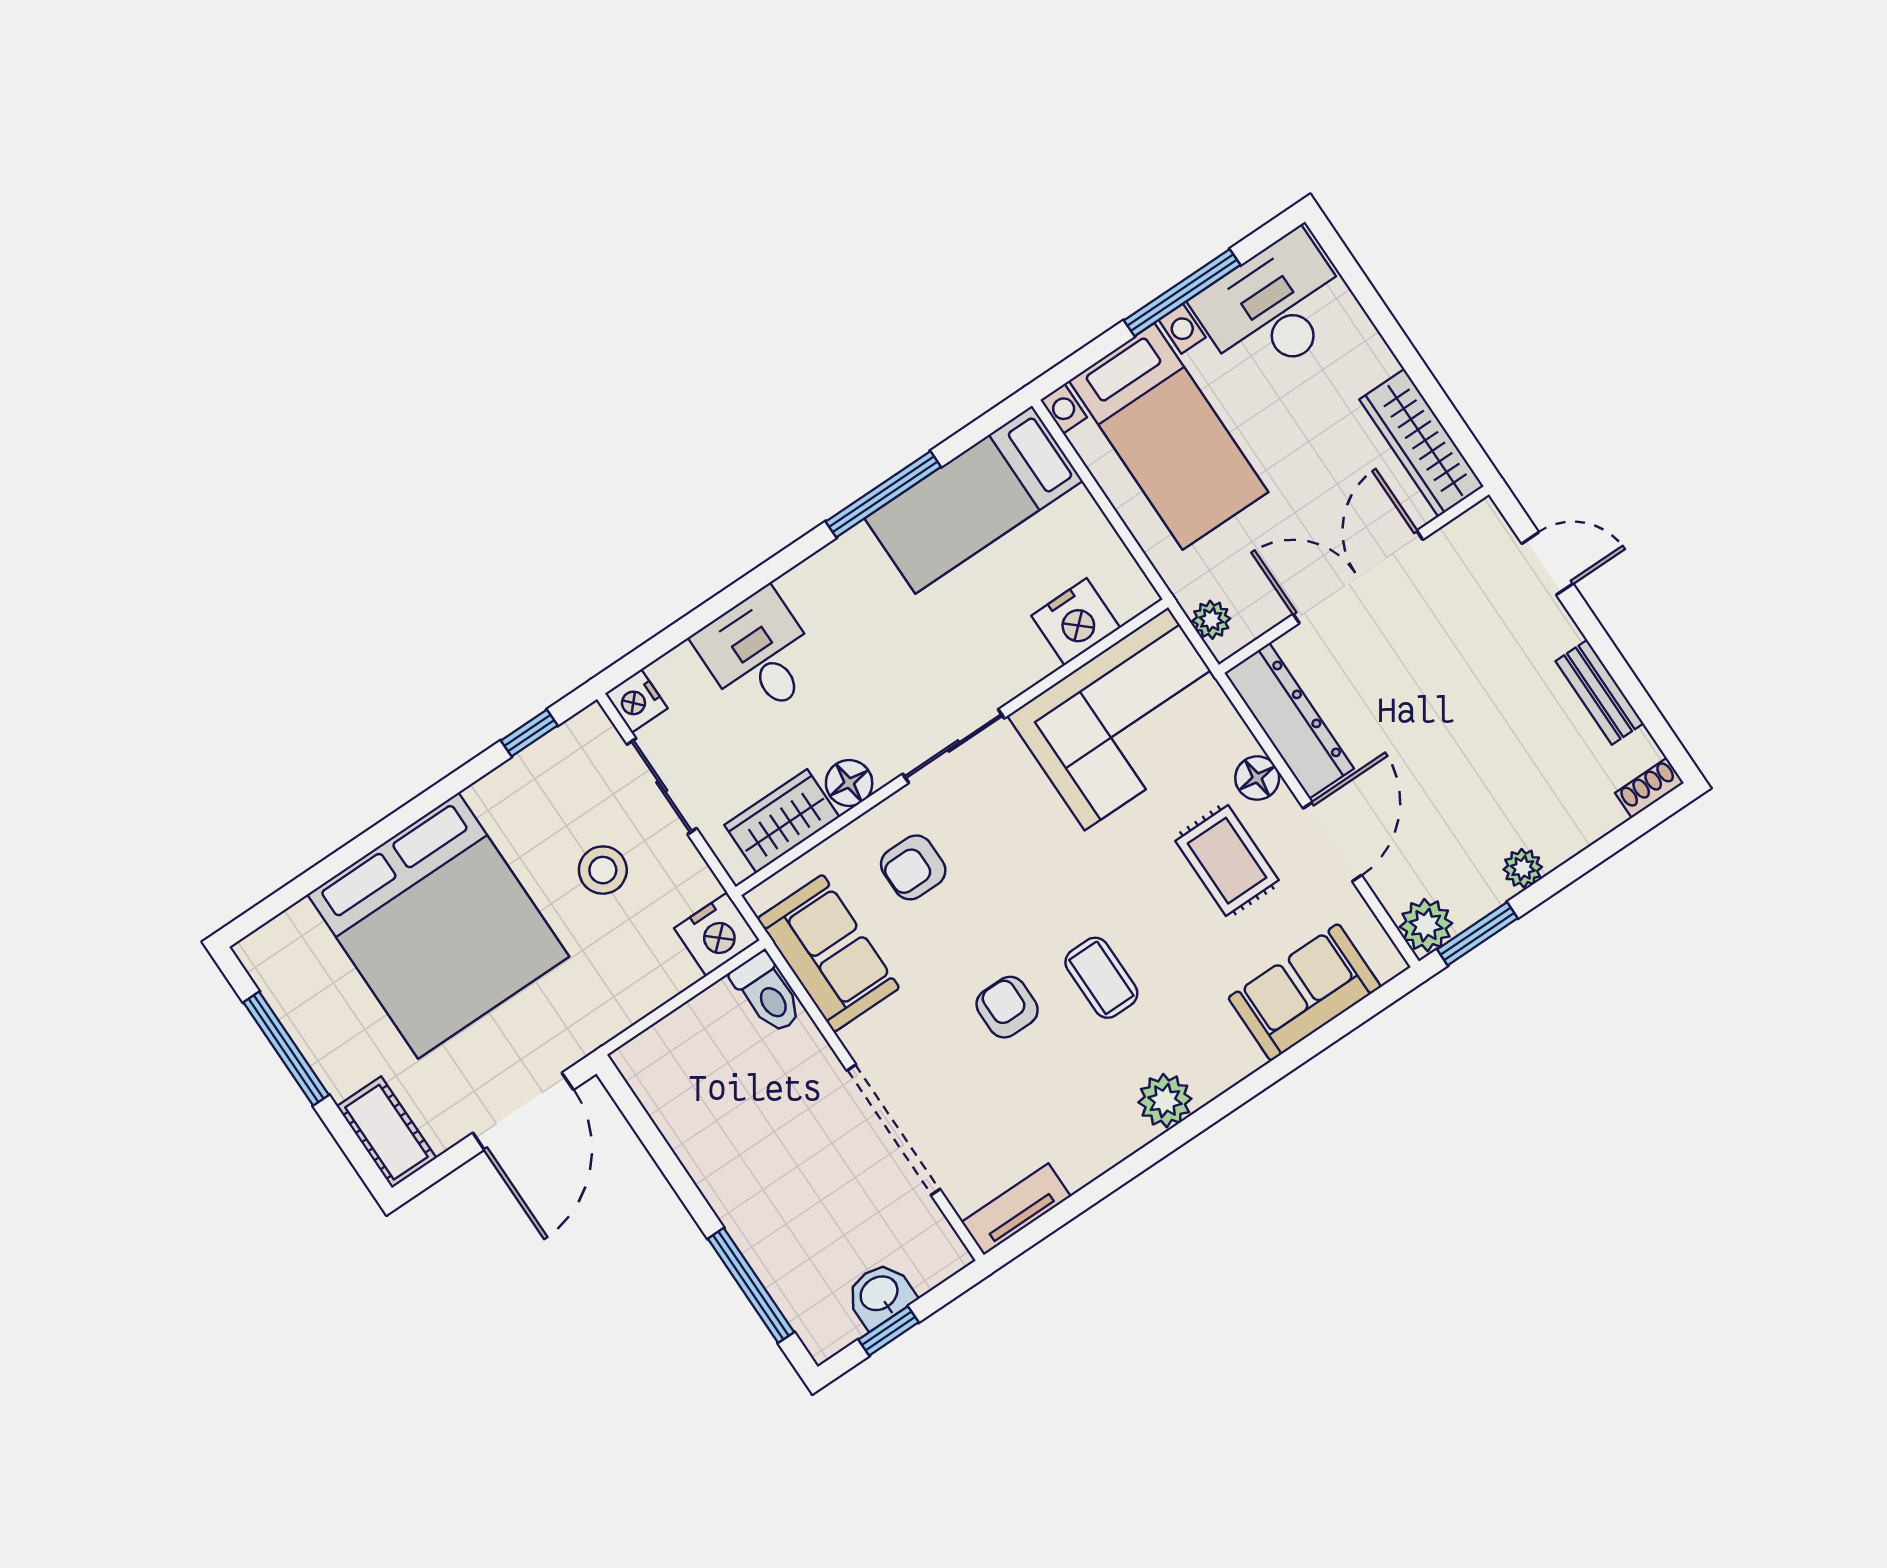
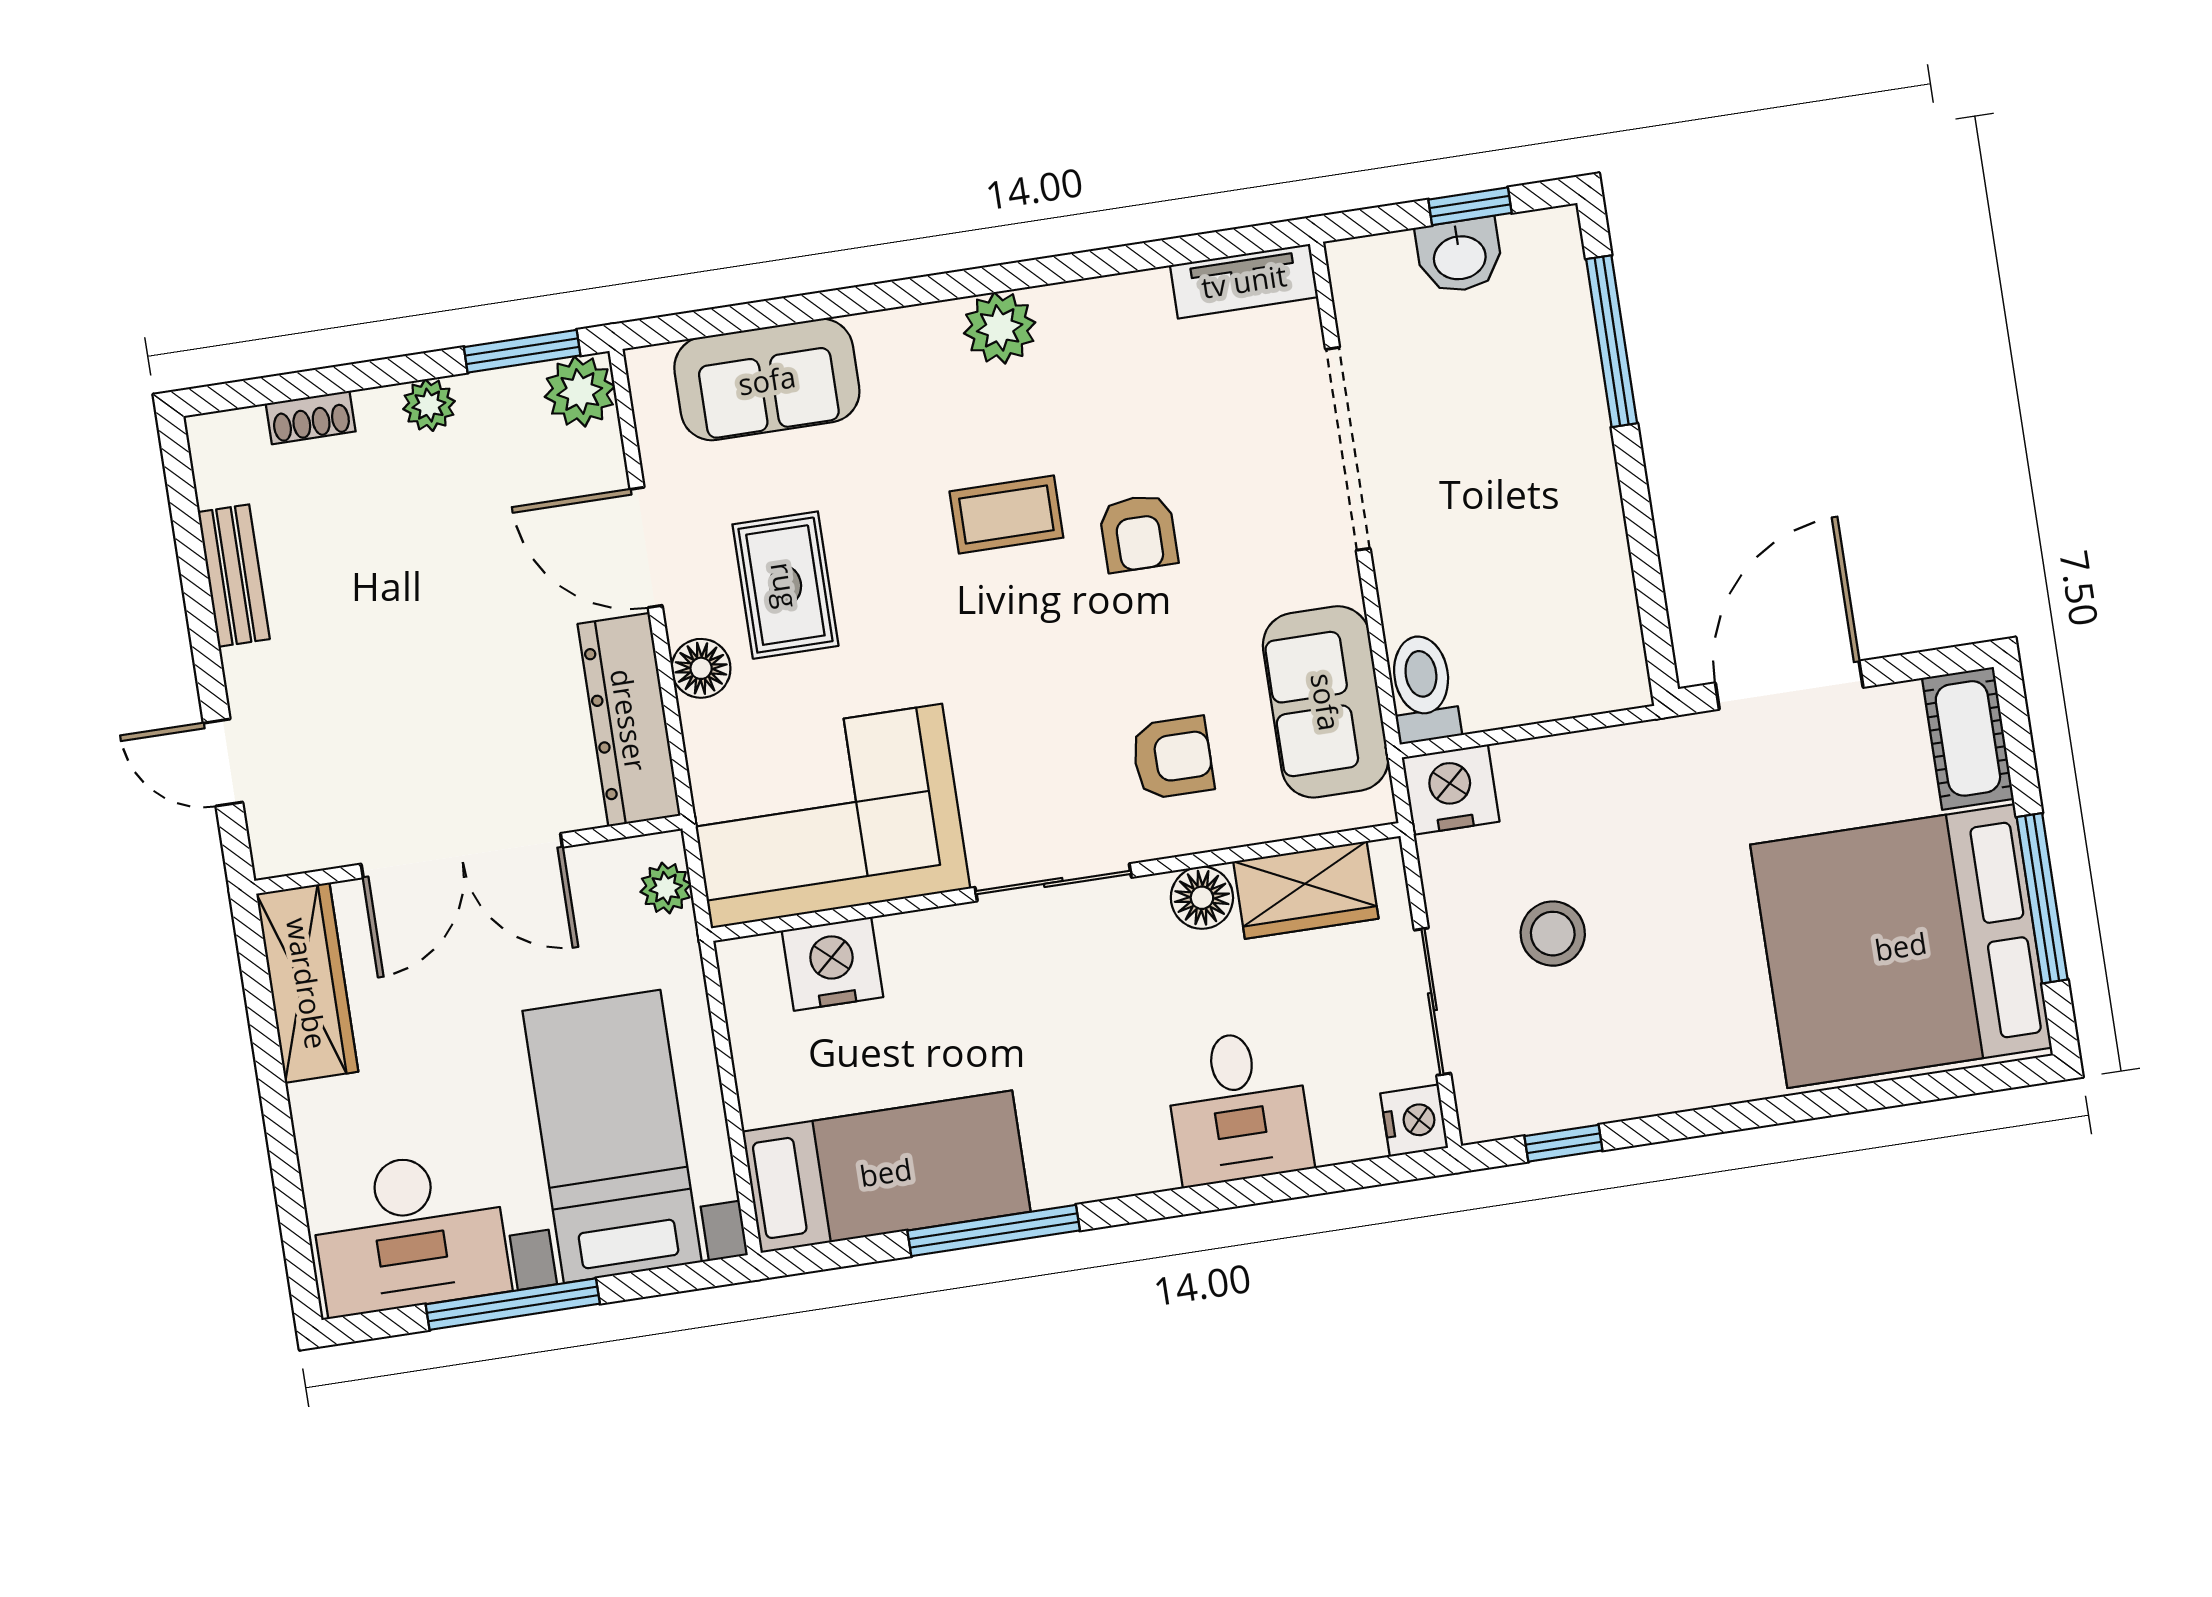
shoe rack: (1649, 788) -> (311, 417), moved
door: (1332, 842) -> (646, 547), hinge flipped
bed: (438, 926) -> (1901, 946), moved, turned -90
coffee table: (1101, 978) -> (1006, 514), turned 90

